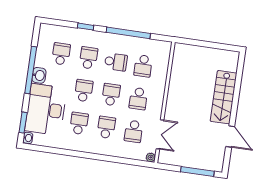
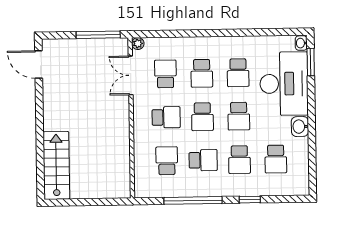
school desk: (116, 62) -> (203, 160), turned 180
window: (31, 70) -> (312, 132), removed
stairs: (224, 97) -> (56, 165), moved
school desk: (138, 99) -> (166, 117), turned 90
door: (230, 136) -> (39, 64), moved
window: (197, 171) -> (98, 35), moved

